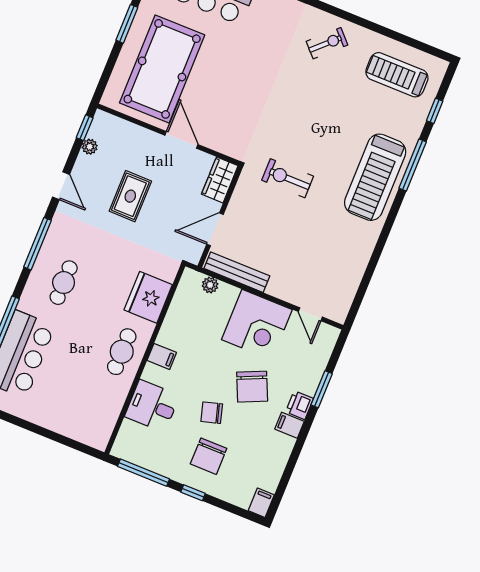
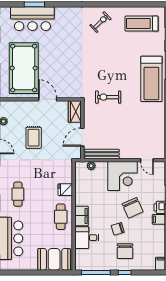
fridge: (148, 297) -> (65, 190), width x0.53, depth x0.75
filing cabinet: (162, 356) -> (82, 216), width x2.00
booth: (80, 421) -> (54, 259), added

